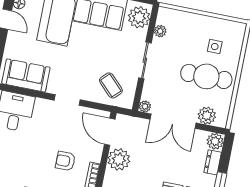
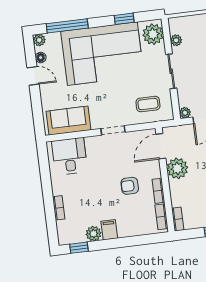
coffee table: (111, 85) -> (148, 104), turned -45
door: (110, 132) -> (161, 146), hinge flipped

